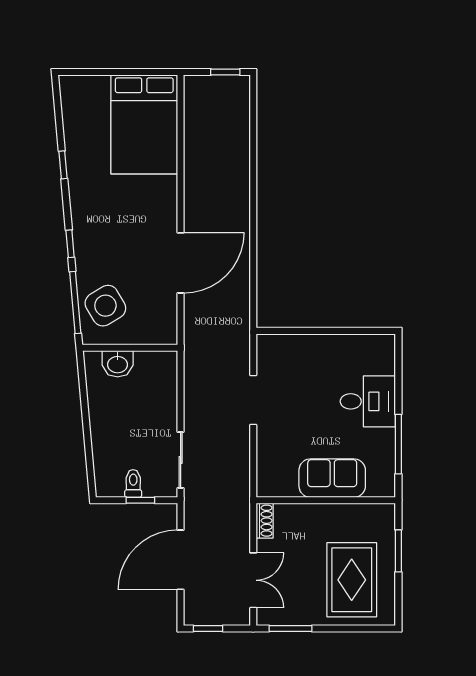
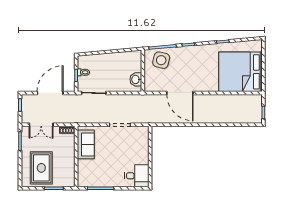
bed: (144, 124) -> (241, 72), width x1.36
side table: (105, 306) -> (161, 60), turned 45
washbasin: (118, 364) -> (136, 79), moved
desk: (368, 401) -> (137, 176), moved, turned -90
sofa: (332, 478) -> (86, 144), moved
door: (181, 560) -> (50, 93), hinge flipped
rug: (352, 580) -> (41, 168), turned 90

